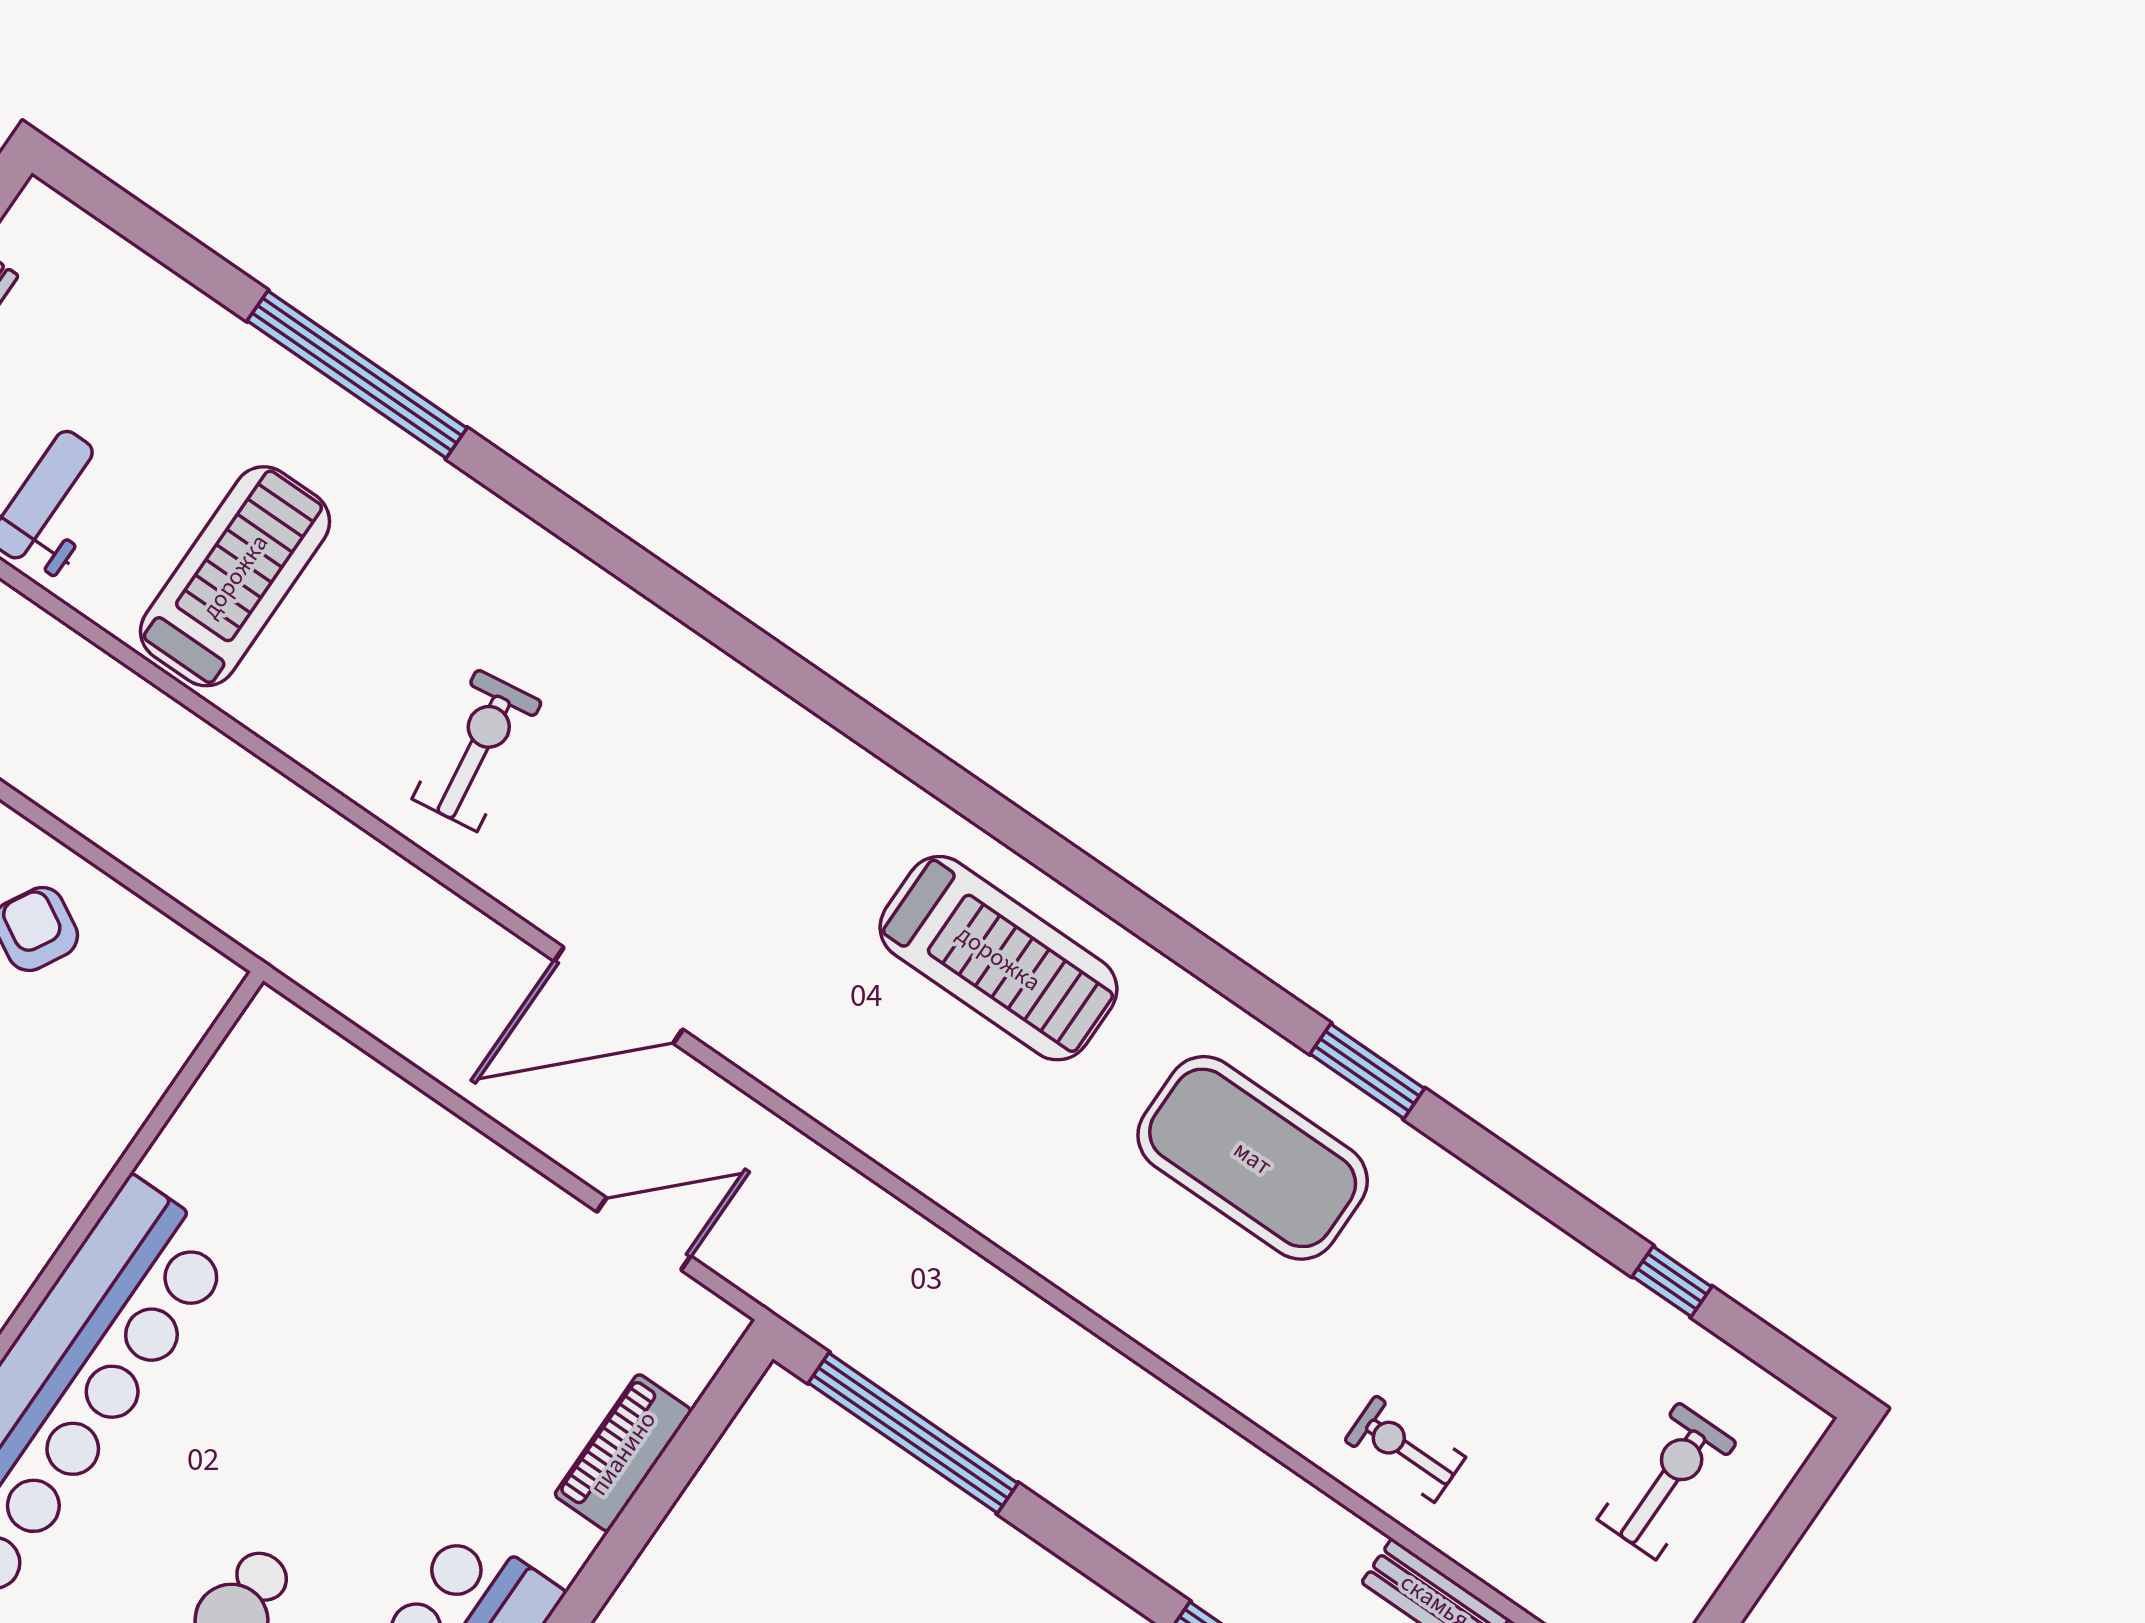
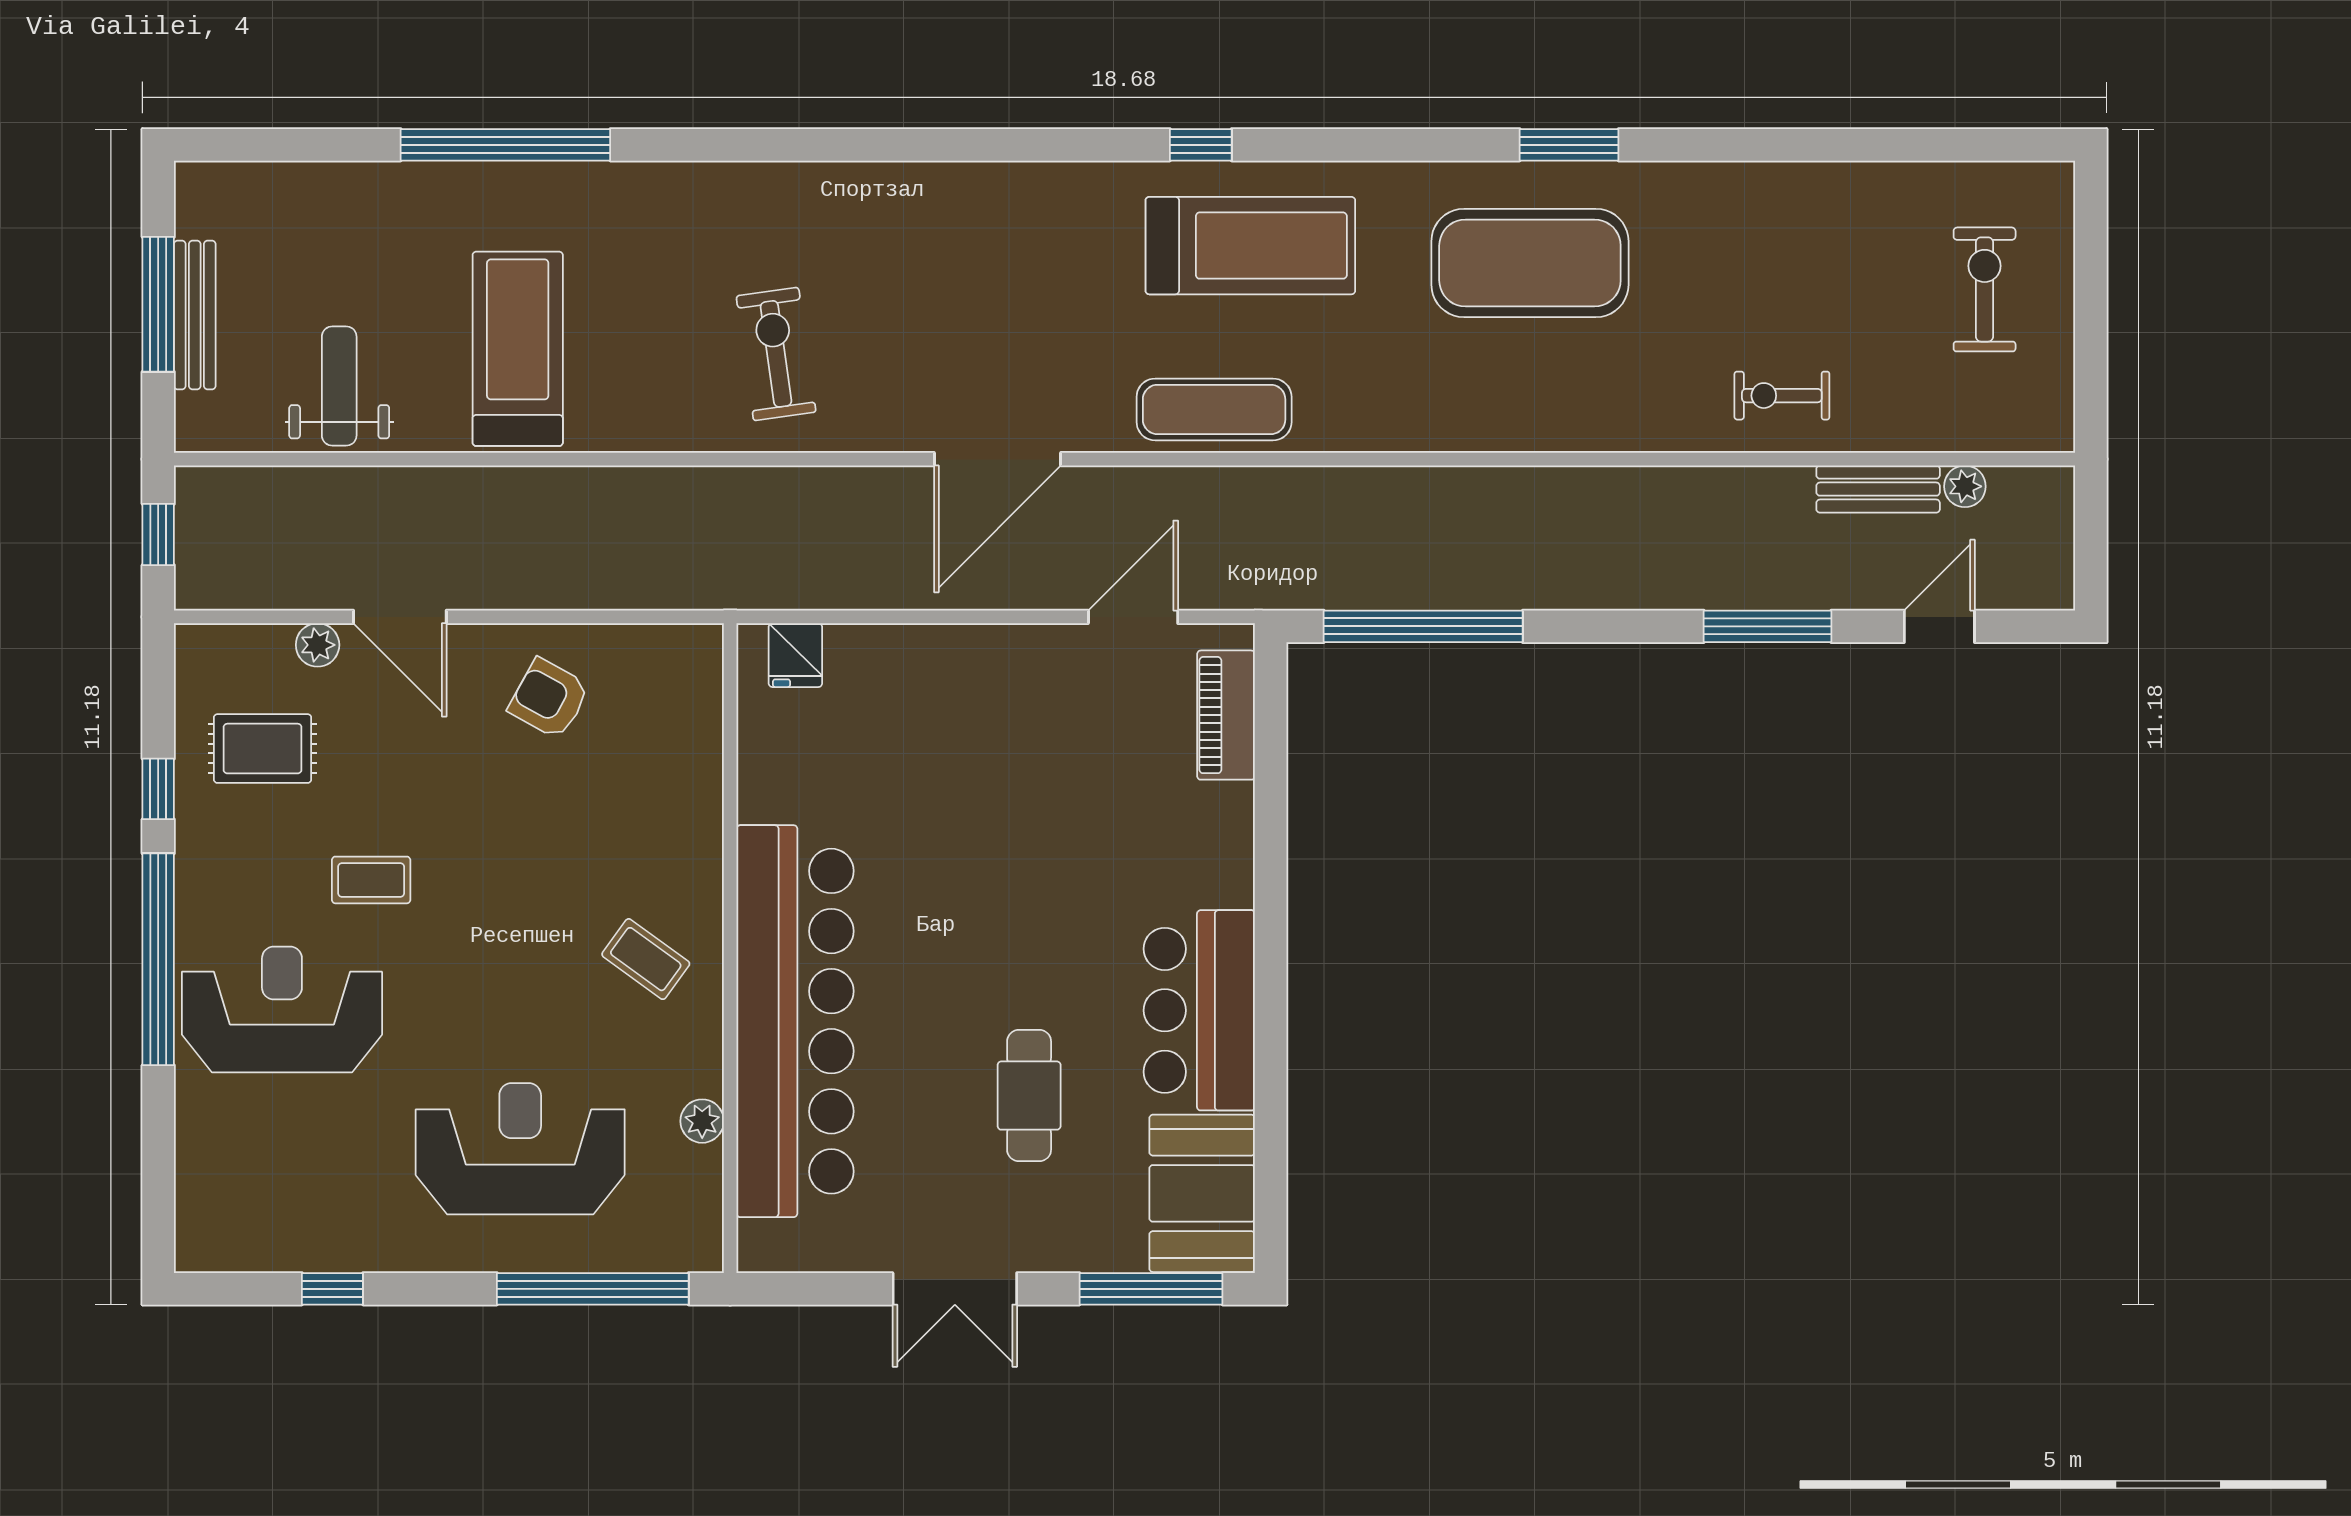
fridge: (298, 1049) -> (795, 655), added
exercise mat: (857, 1090) -> (1214, 409), added
window: (1672, 1282) -> (1201, 145), moved
piano: (623, 1453) -> (1226, 715), moved

